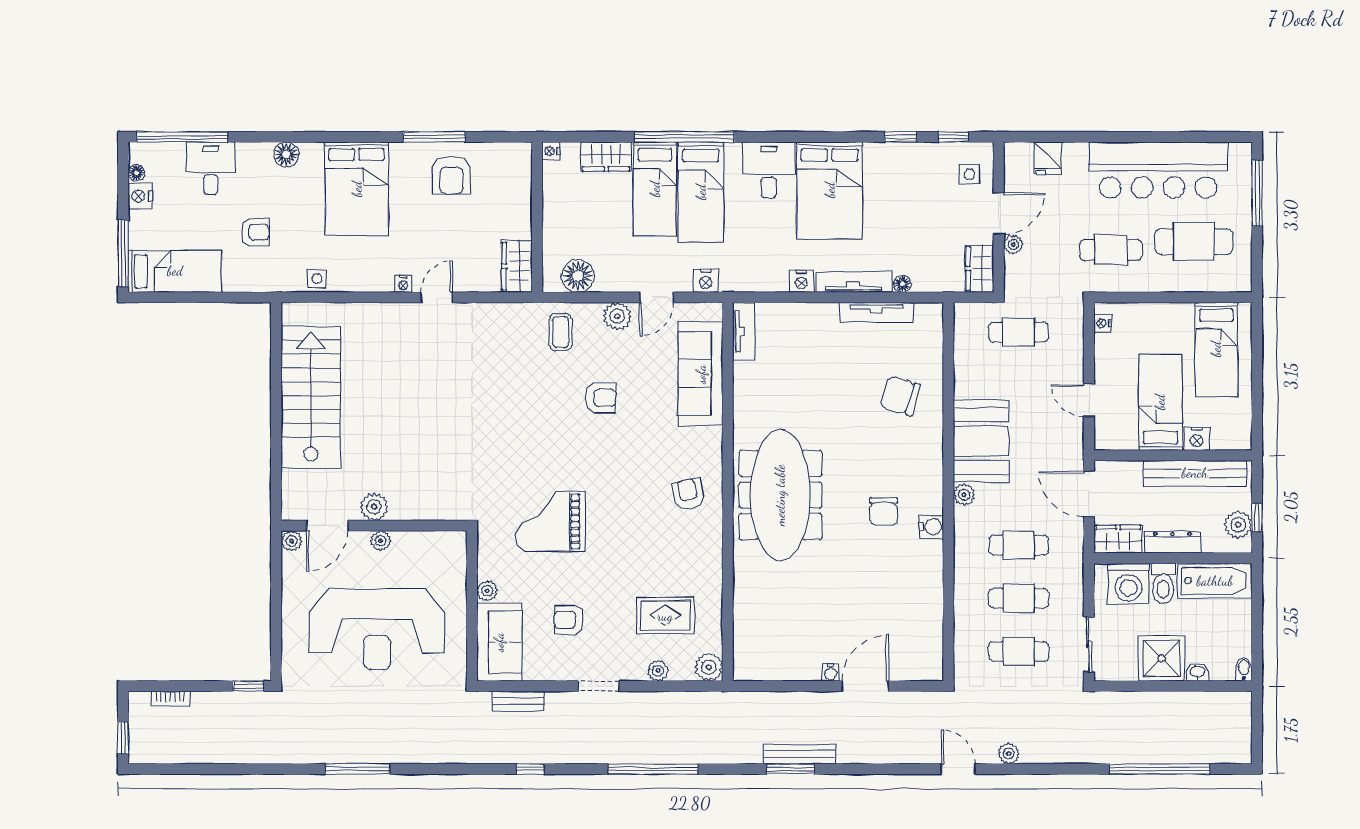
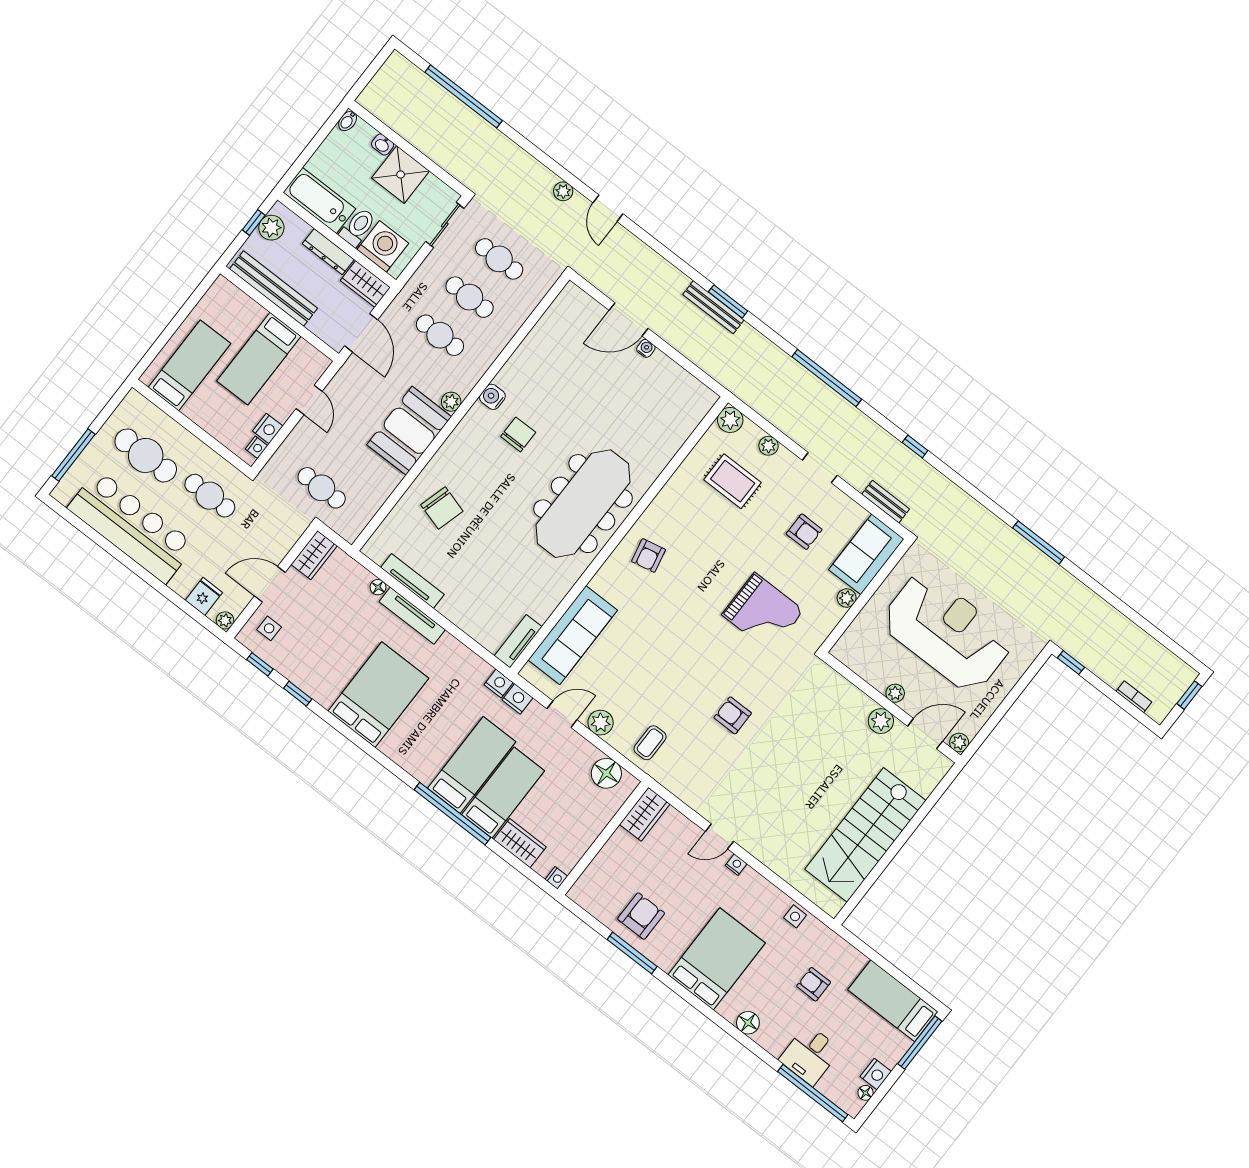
desk: (769, 170) -> (411, 743), removed
plant: (1013, 245) -> (225, 620), moved
nightstand: (801, 281) -> (499, 684), moved
armchair: (601, 398) -> (733, 715), moved
nightstand: (1197, 439) -> (268, 429), moved, turned 90

